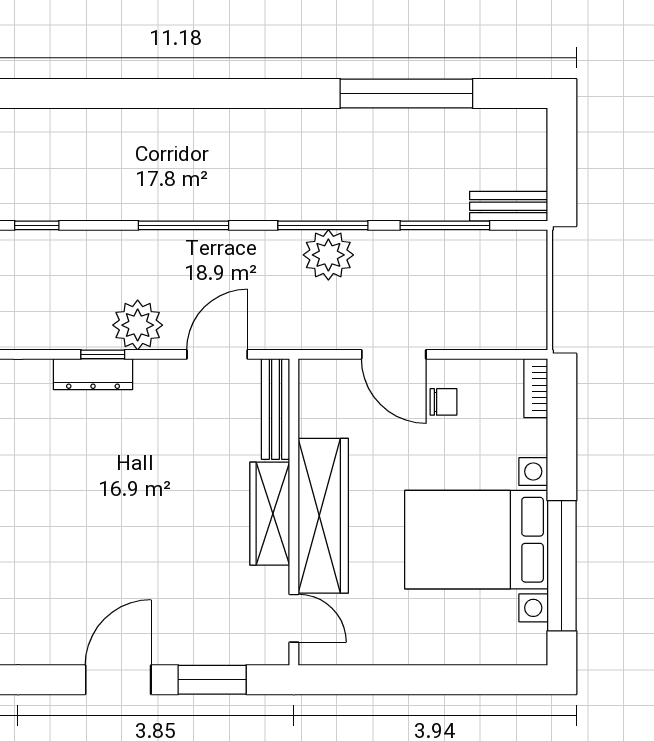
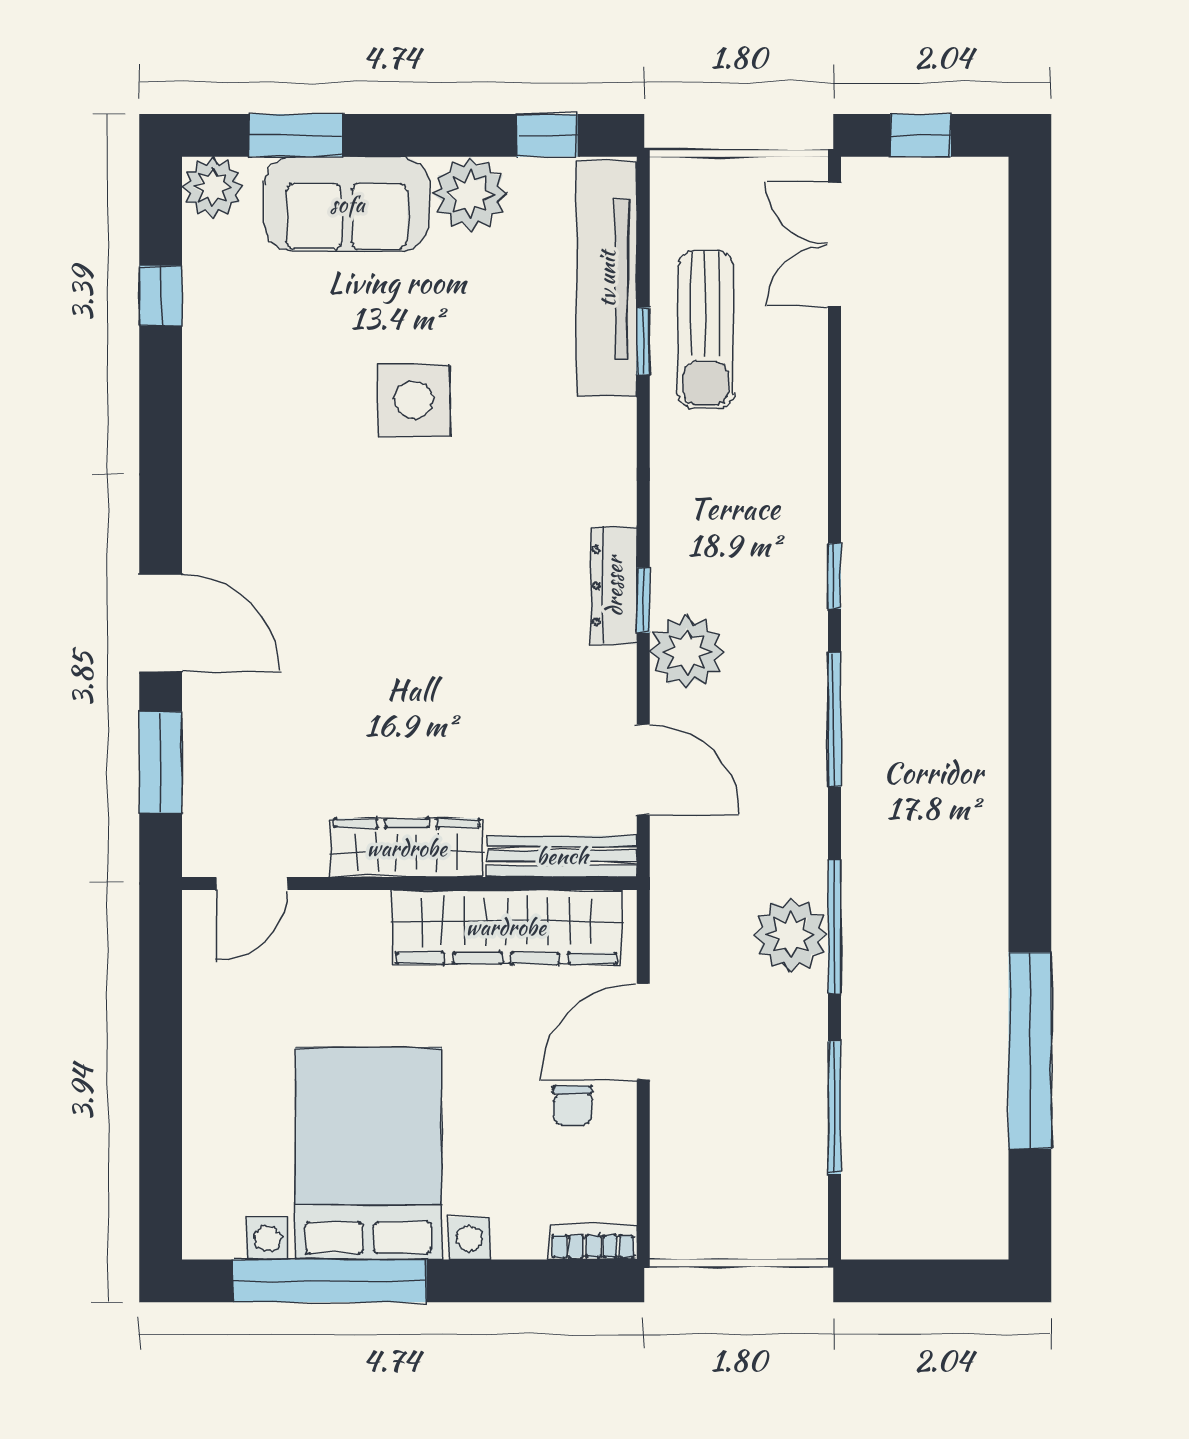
bench: (509, 206) -> (863, 1202), removed
window: (37, 225) -> (834, 576), moved
wardrobe: (323, 516) -> (506, 927), moved

